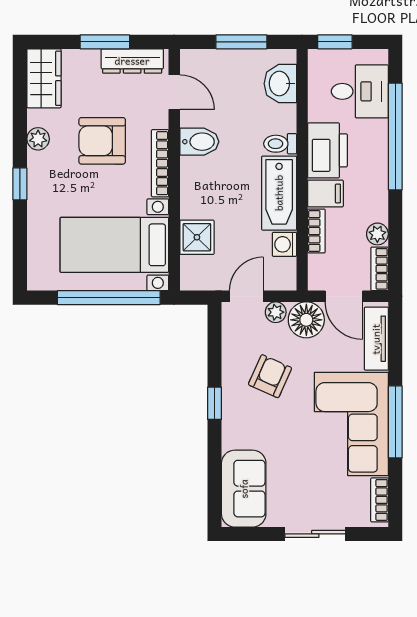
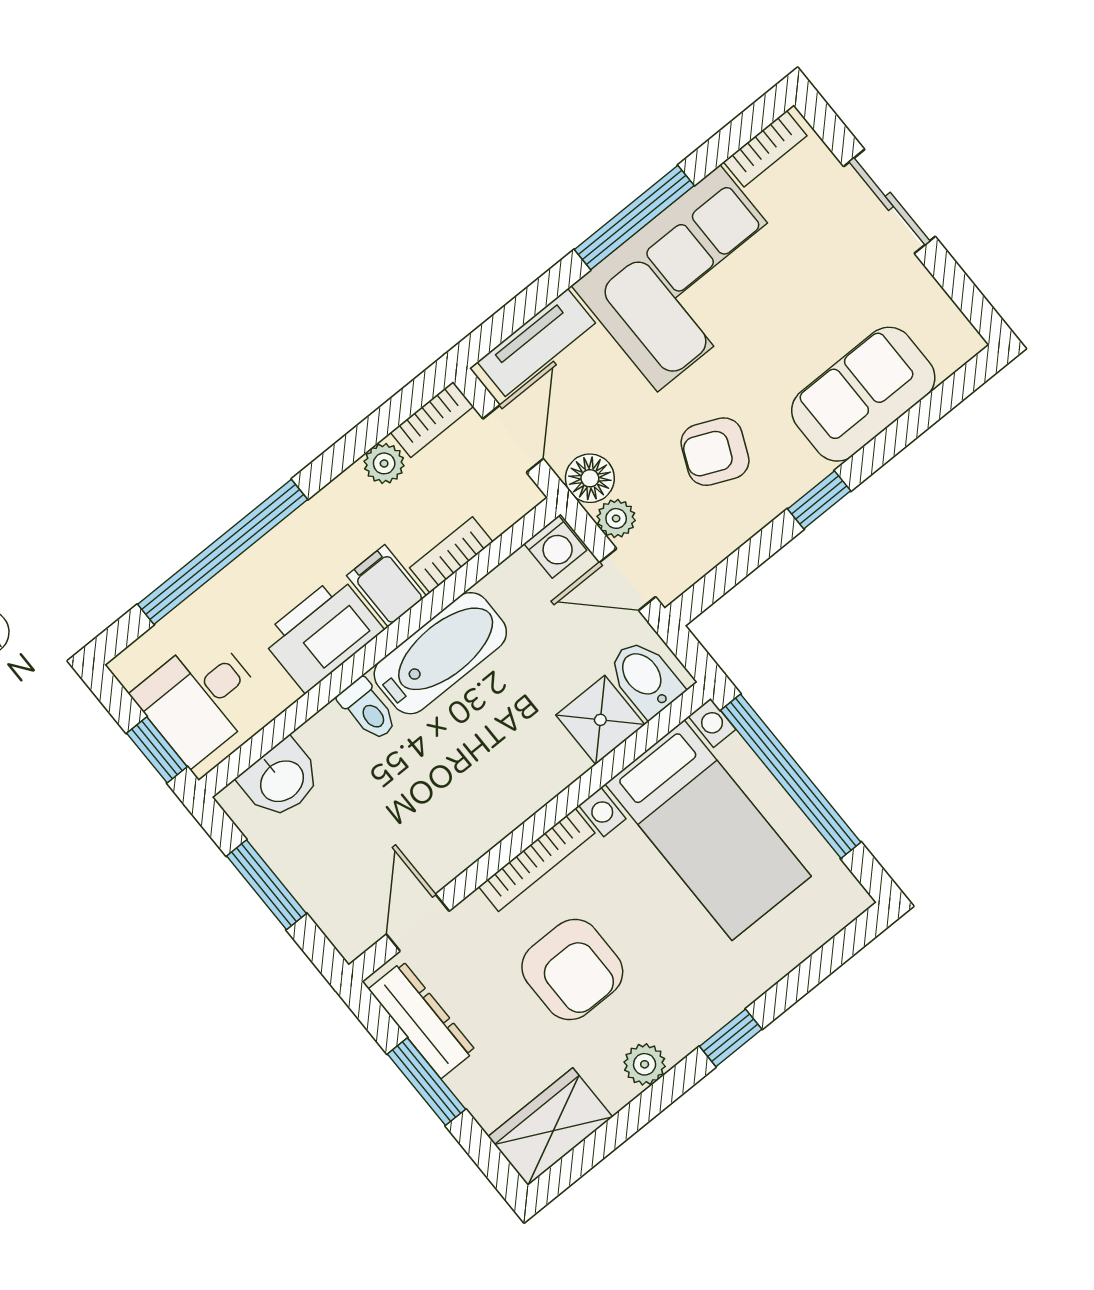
desk: (360, 91) -> (200, 699), moved, turned -90
bidet: (199, 142) -> (645, 678), moved
washing machine: (284, 244) -> (555, 547), moved
floor lamp: (306, 320) -> (590, 478), width x0.73, depth x0.73
sofa: (244, 489) -> (863, 394), moved

